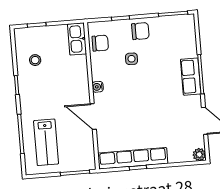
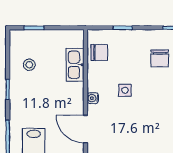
chair: (140, 31) -> (160, 58), moved, turned 90
kitchen sink: (77, 39) -> (75, 65), moved
side table: (132, 59) -> (125, 90), moved

